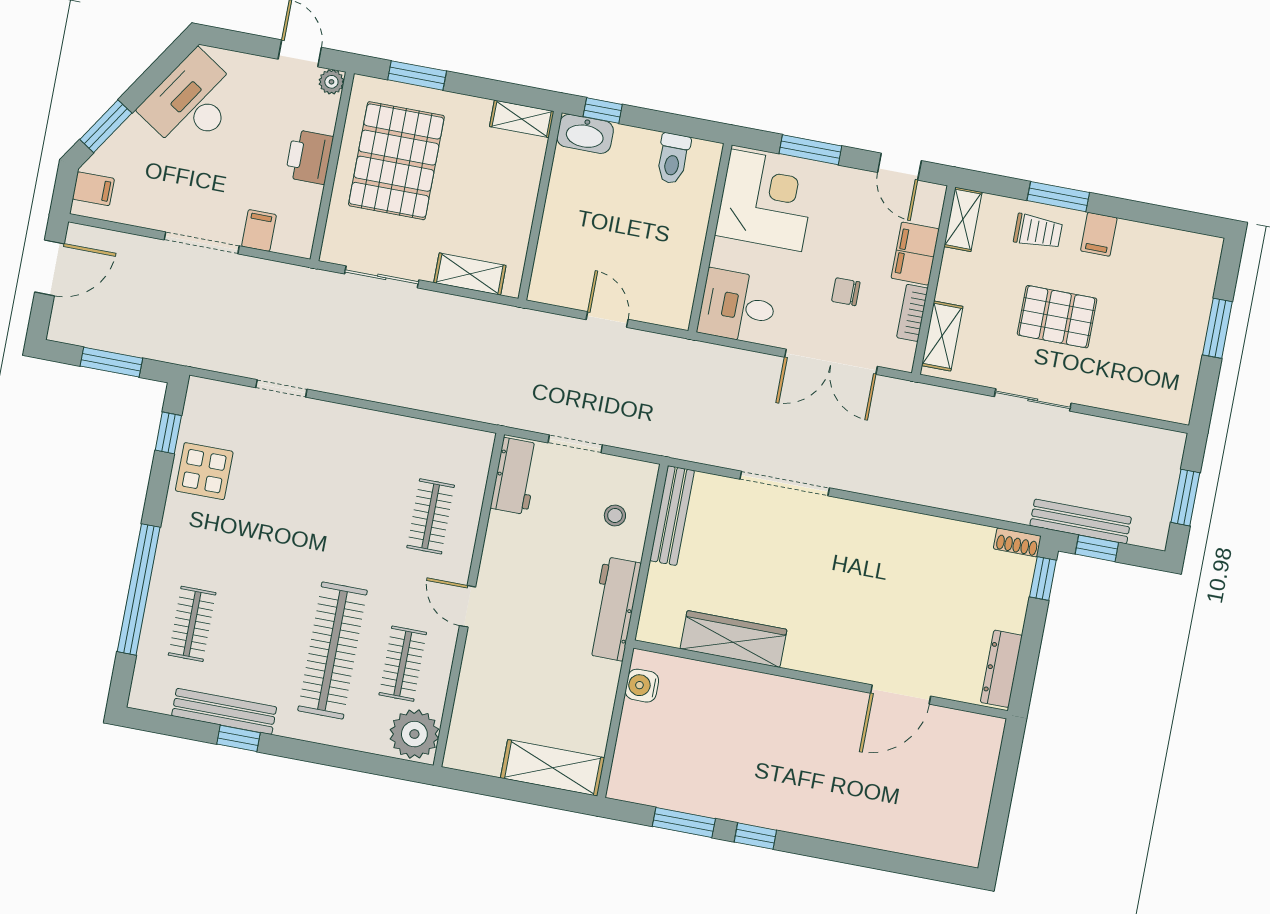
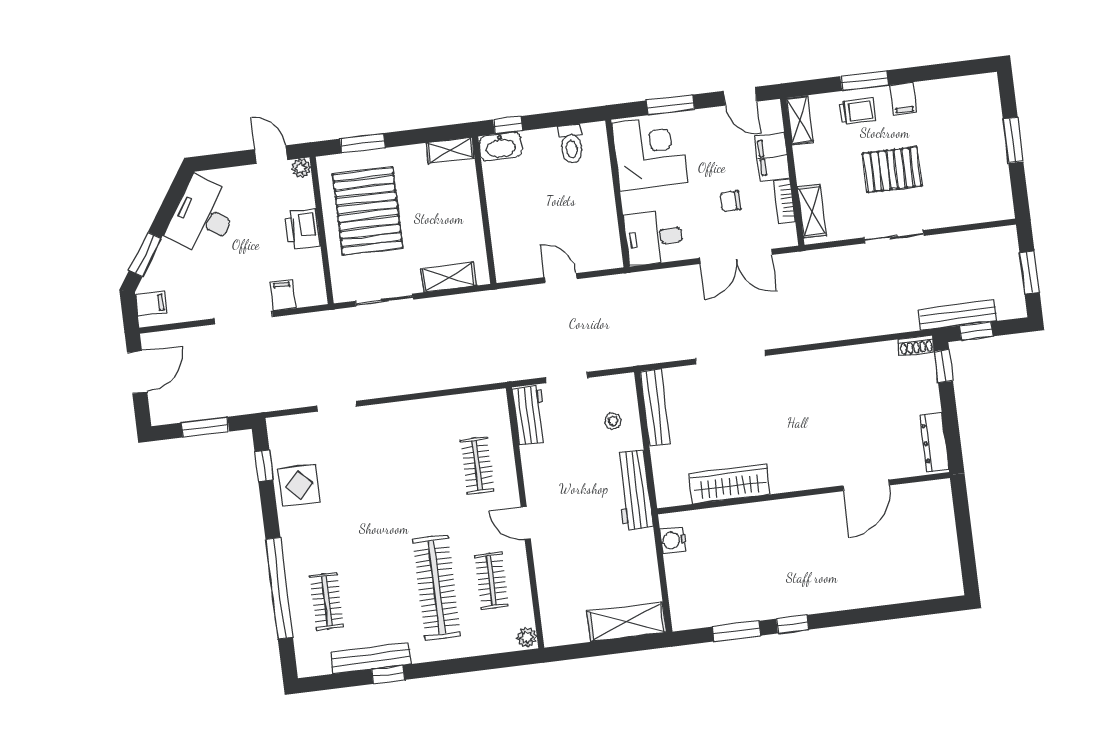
plant: (414, 734) -> (527, 637), width x0.53, depth x0.53

